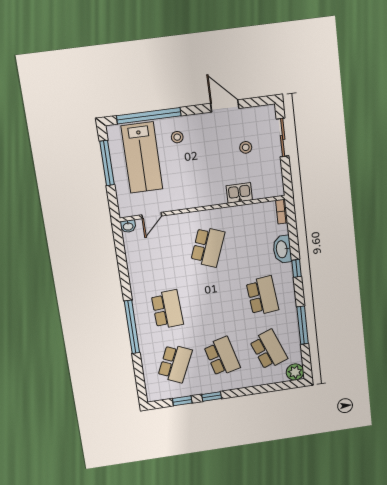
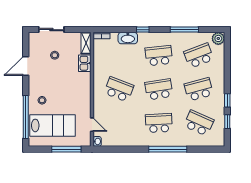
window: (107, 163) -> (66, 149), moved
shelving: (269, 191) -> (86, 43), added
school desk: (215, 303) -> (159, 89), added

